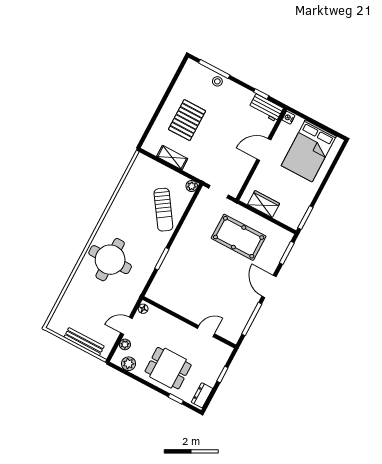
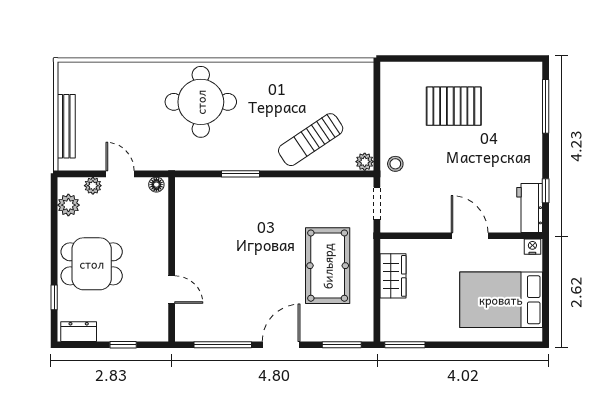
stool: (217, 81) -> (395, 164), moved
shelving: (172, 158) -> (390, 113), removed
dining table: (168, 368) -> (92, 264), turned 90

